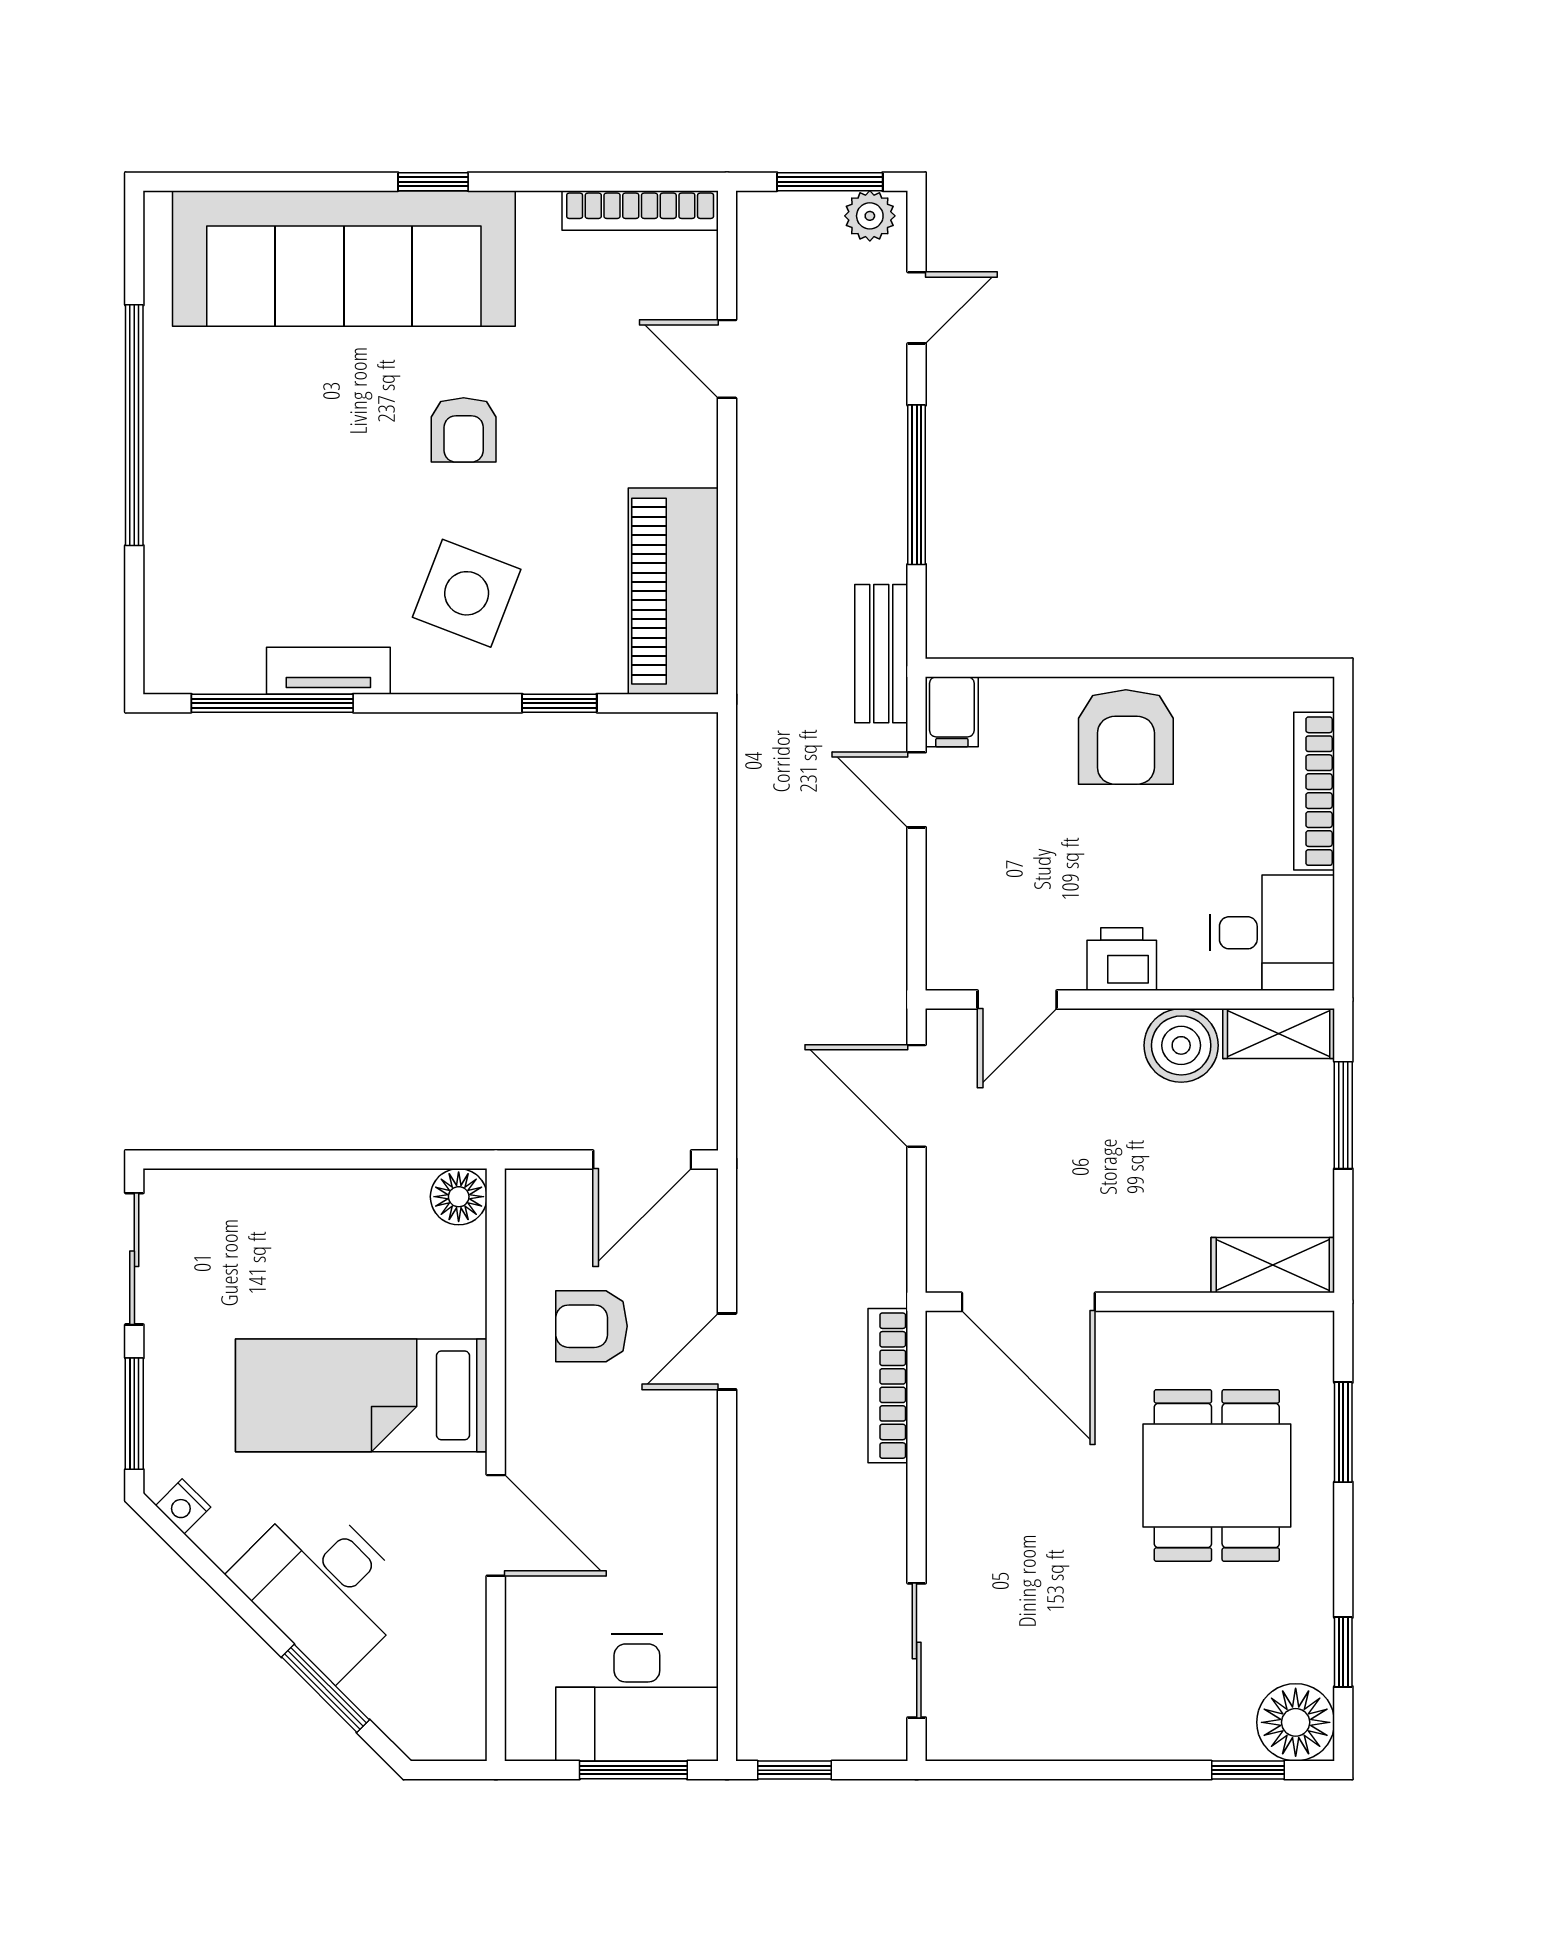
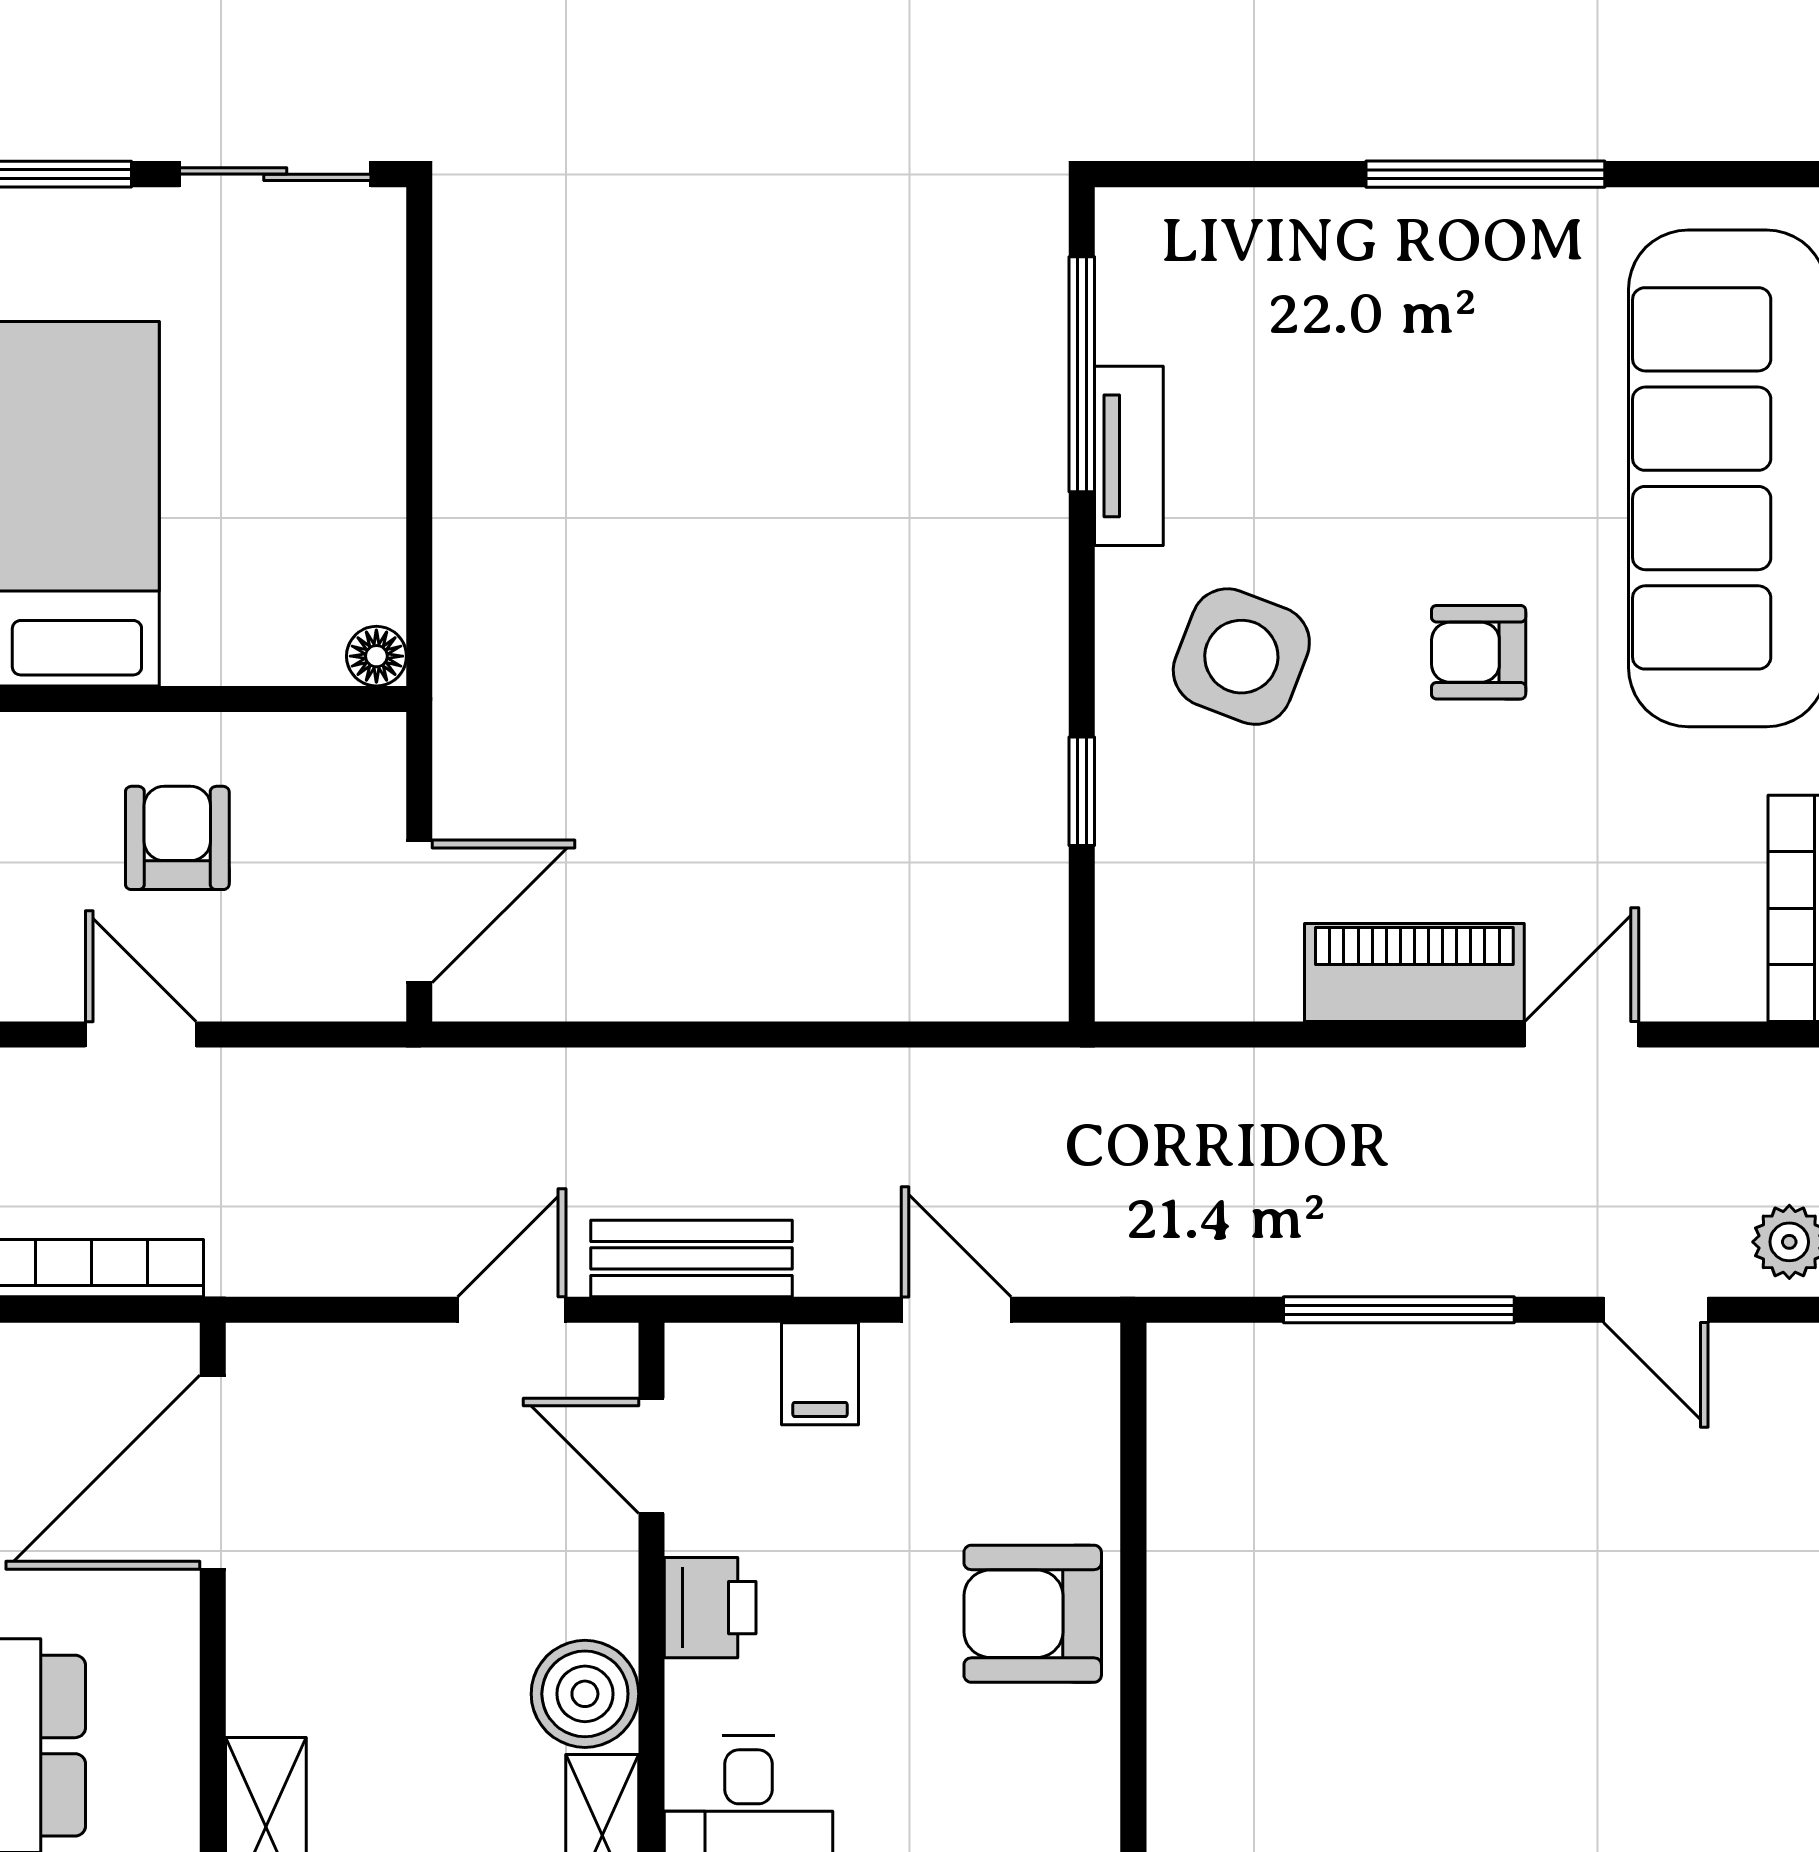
window: (134, 425) -> (1485, 174), width x0.68
piano: (673, 591) -> (1414, 973), moved, width x0.73, depth x0.75
bench: (881, 654) -> (692, 1258), moved
filing cabinet: (952, 712) -> (820, 1374), moved, turned -90
door: (917, 790) -> (956, 1310), hinge flipped
door: (917, 1096) -> (512, 1310), width x0.73
door: (642, 1160) -> (419, 911), swing flipped
floor lamp: (459, 1197) -> (376, 656), width x0.73, depth x0.73

